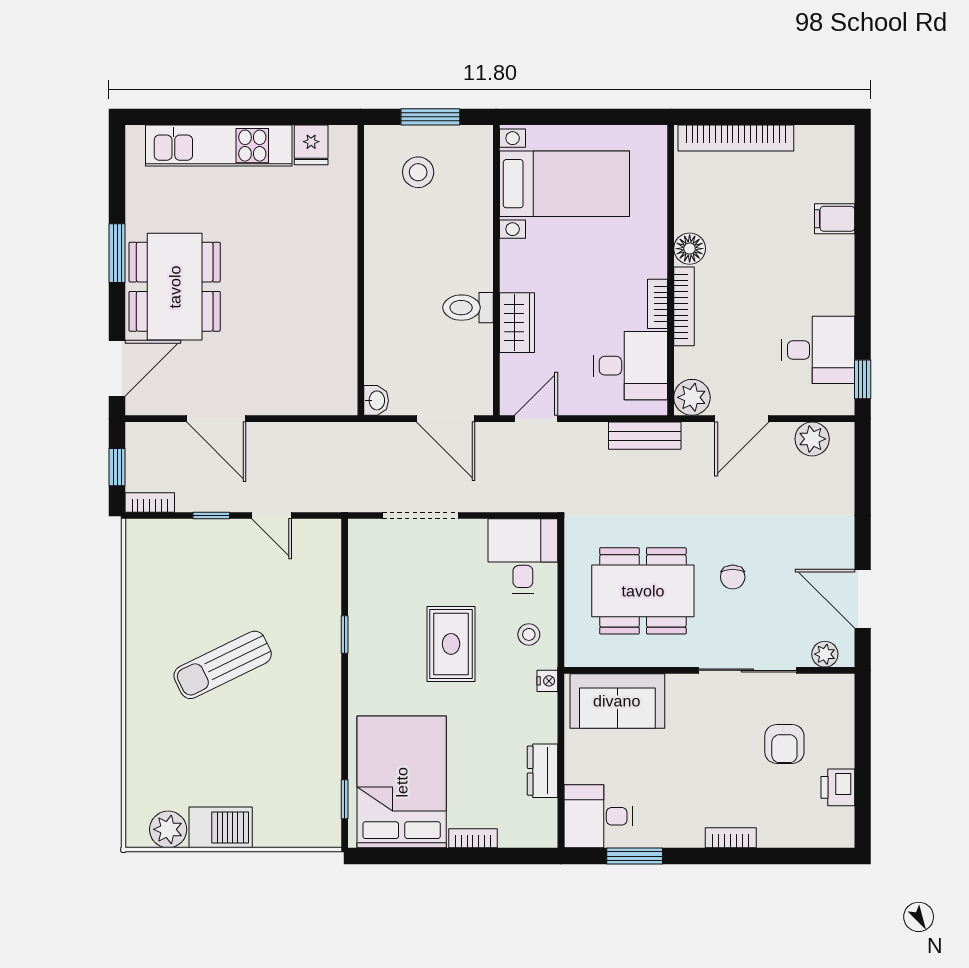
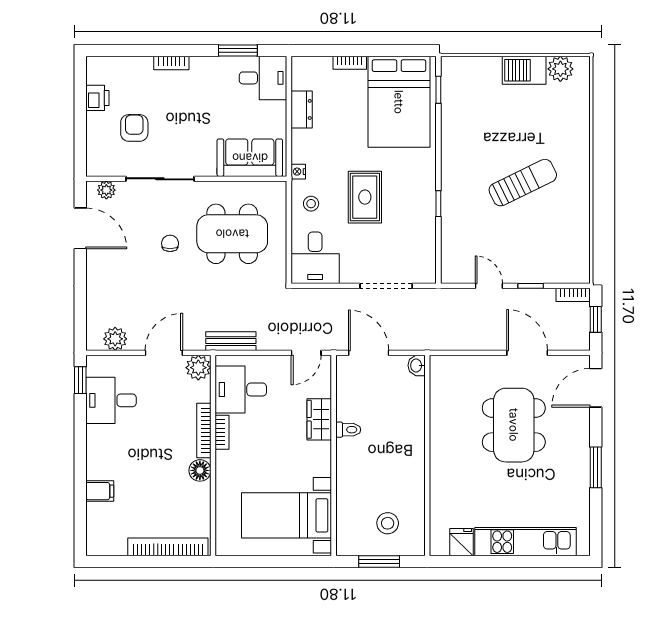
dining table: (175, 287) -> (514, 425), moved
toilet: (468, 308) -> (348, 430), width x0.73, depth x0.72

